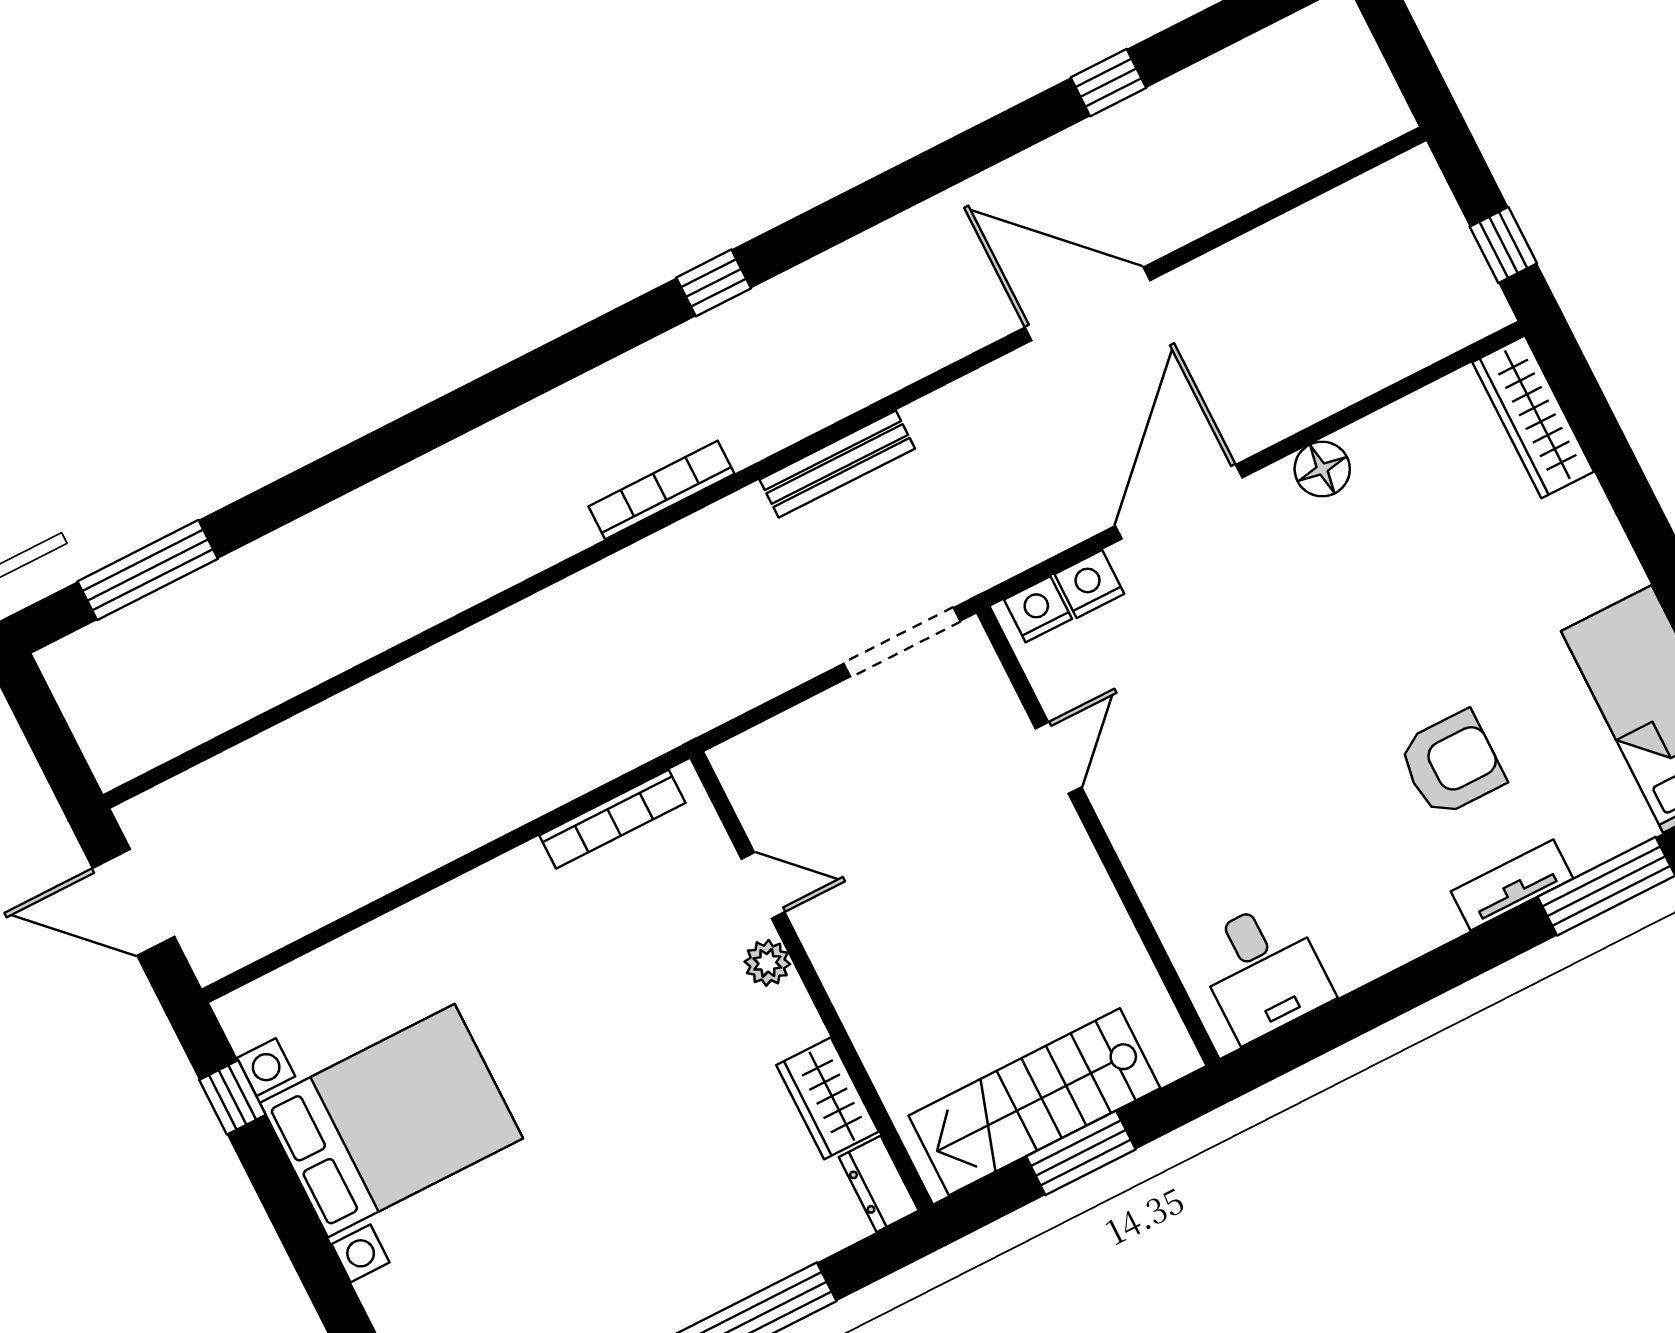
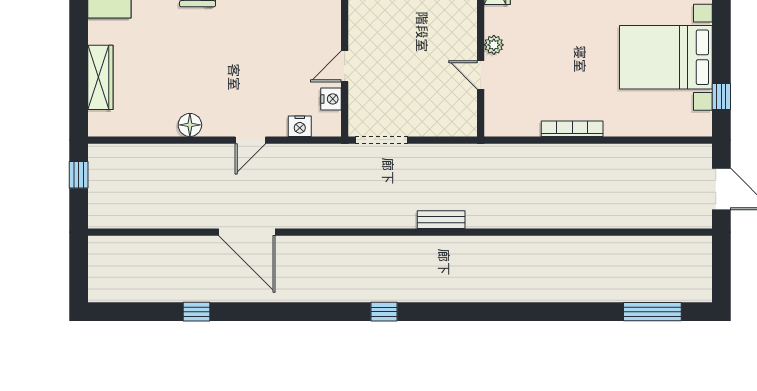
wardrobe: (1533, 417) -> (100, 77), moved
bench: (837, 464) -> (441, 220), moved, width x0.73
bookcase: (661, 490) -> (443, 244), removed
door: (1179, 502) -> (250, 140), width x0.53
nightstand: (1038, 609) -> (331, 99), moved, turned -90
bookcase: (612, 819) -> (572, 129), moved

